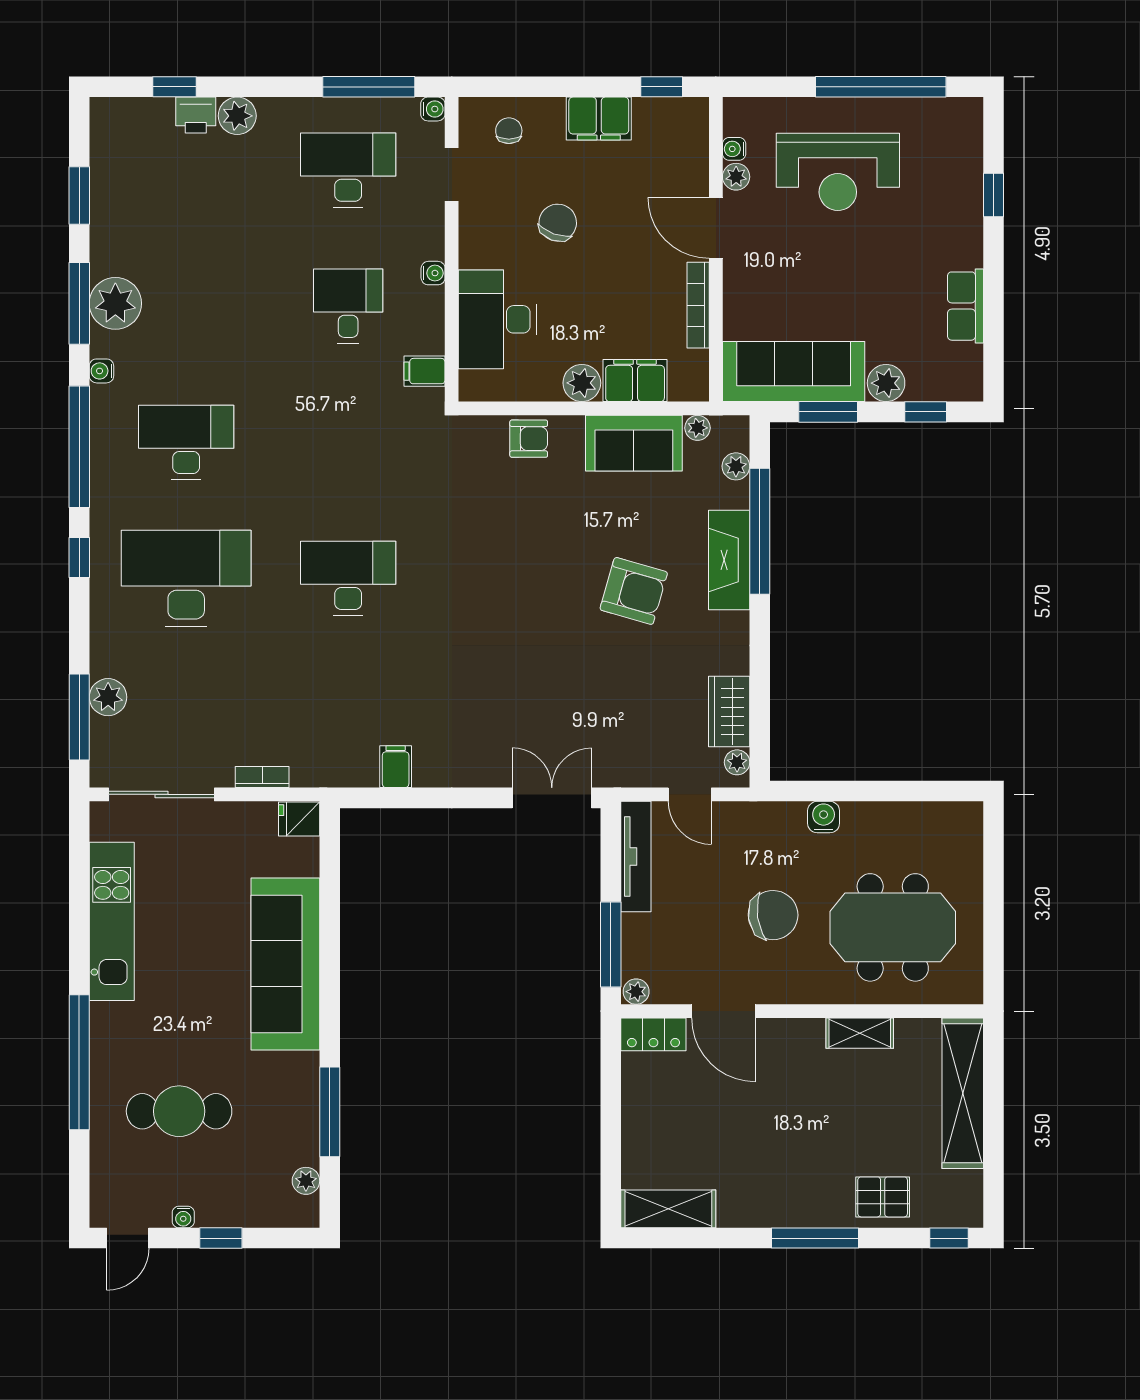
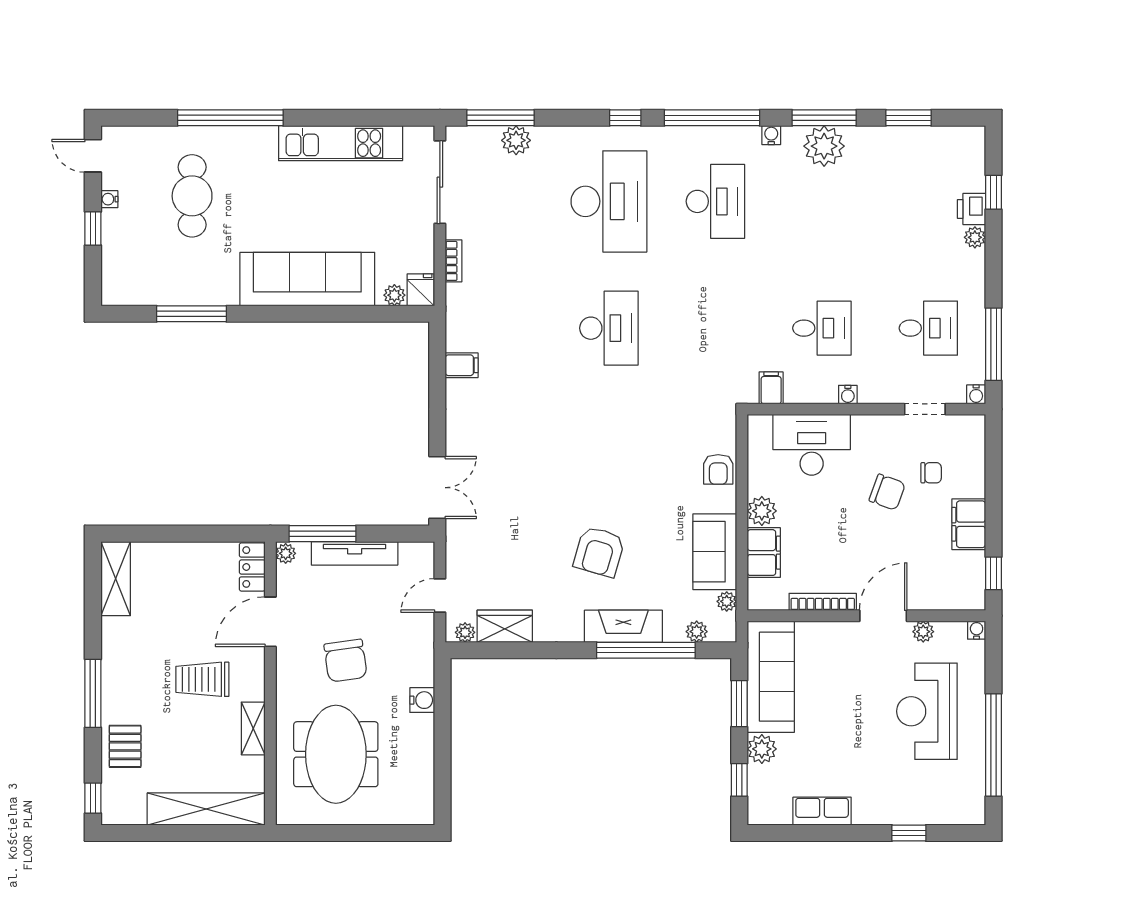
plant: (237, 116) -> (975, 237), width x0.73, depth x0.73
chair: (509, 131) -> (931, 473), moved
water cooler: (734, 149) -> (977, 630), moved
desk: (348, 170) -> (928, 328), width x0.73
tv unit: (636, 857) -> (355, 553), moved
trolley: (797, 1098) -> (202, 679), added
plant: (306, 1181) -> (394, 295), moved

